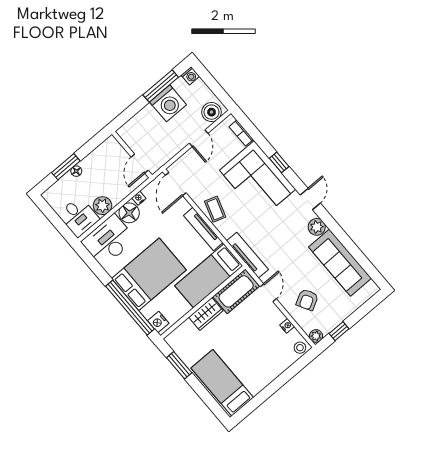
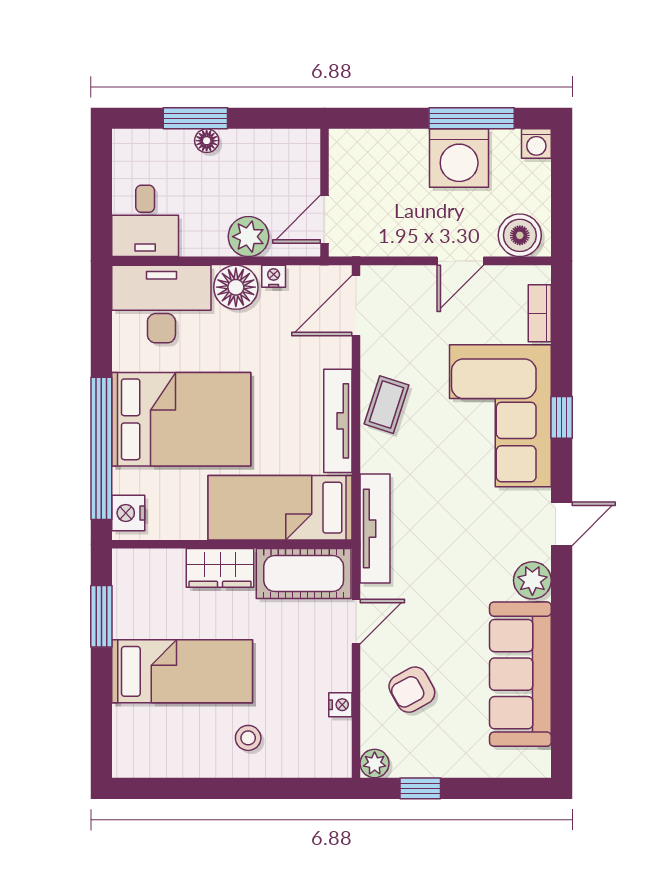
plant: (102, 206) -> (248, 237), moved
stool: (300, 348) -> (248, 738), moved
bed: (222, 383) -> (182, 671), moved, turned 90

